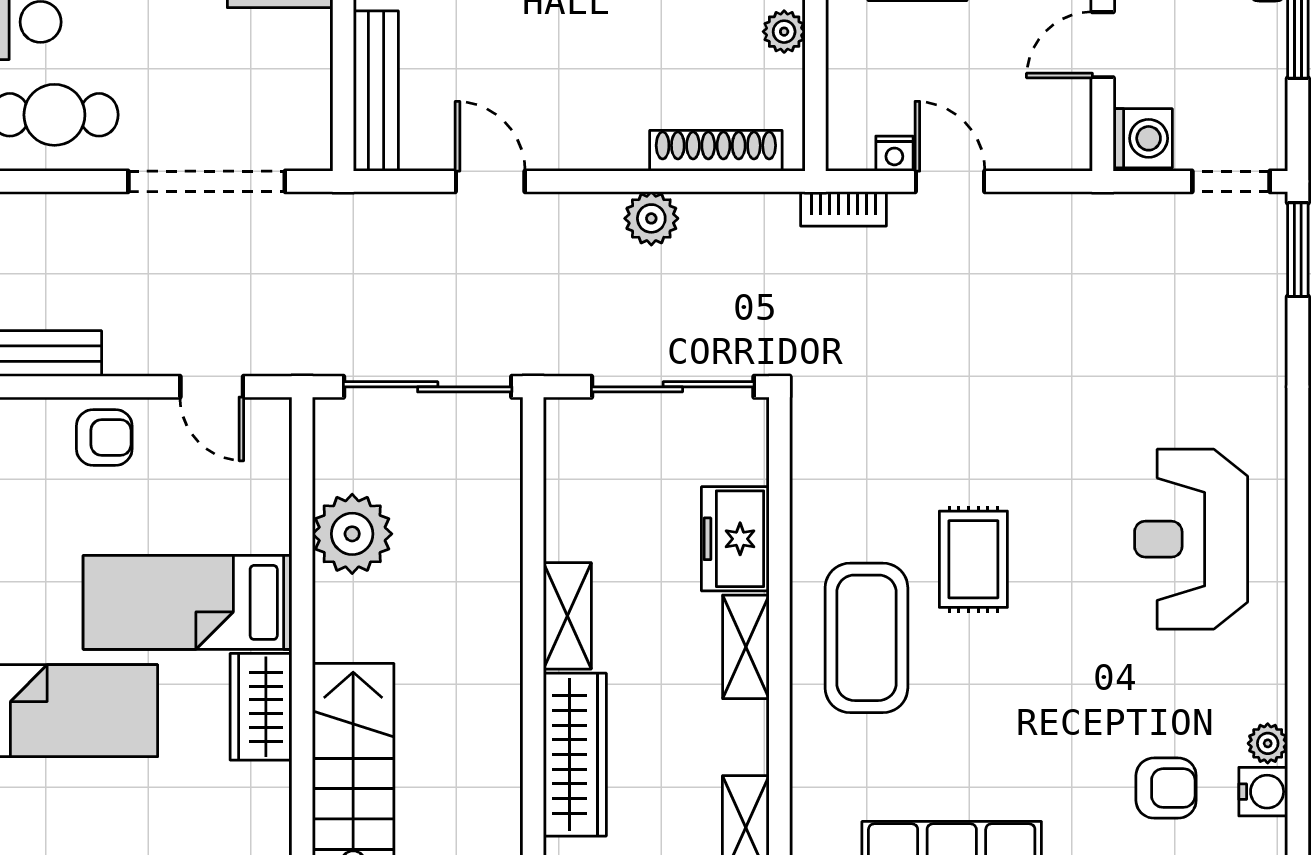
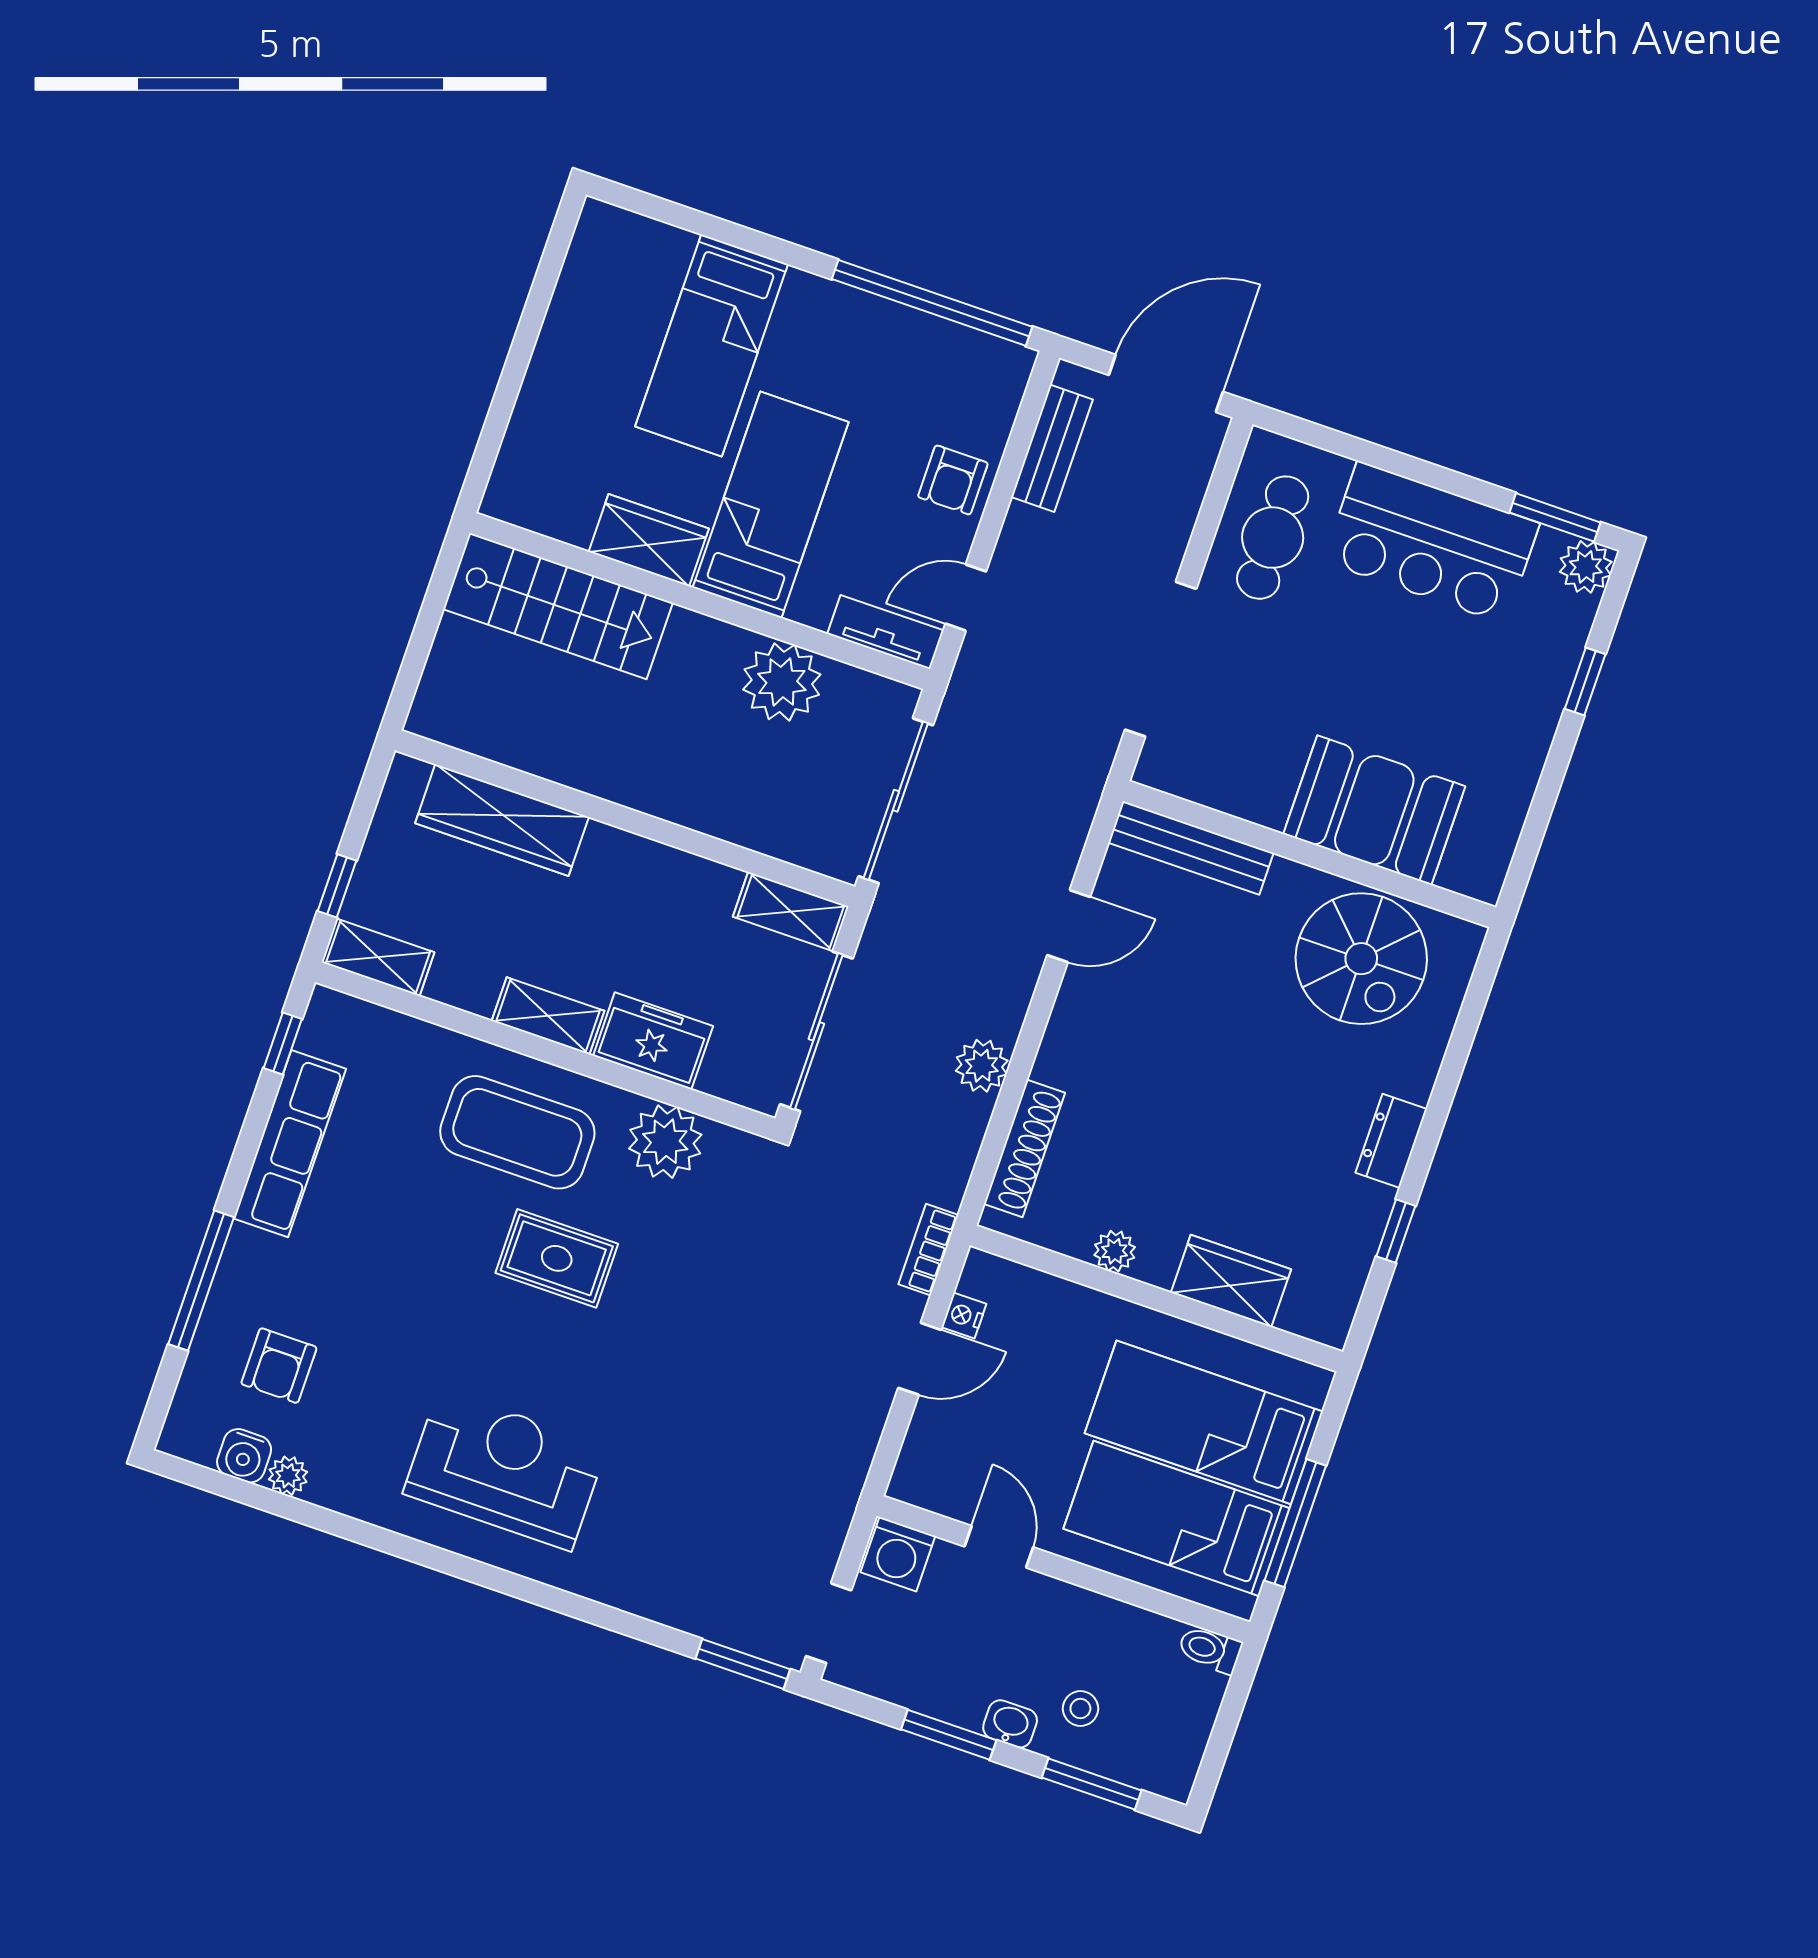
tv unit: (271, 452) -> (885, 632), added
plant: (827, 494) -> (665, 1142), added
shelving: (567, 616) -> (791, 912), moved

